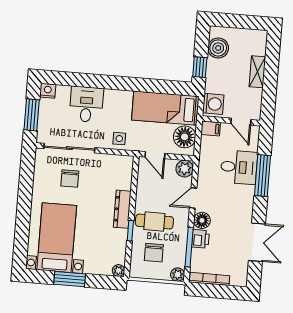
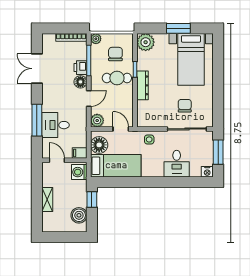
plant: (118, 270) -> (146, 42), width x1.88, depth x1.88

